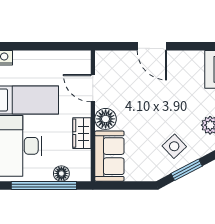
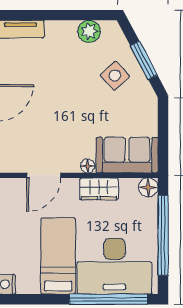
floor lamp: (106, 119) -> (88, 166), width x0.53, depth x0.53
floor lamp: (61, 173) -> (148, 187), moved

